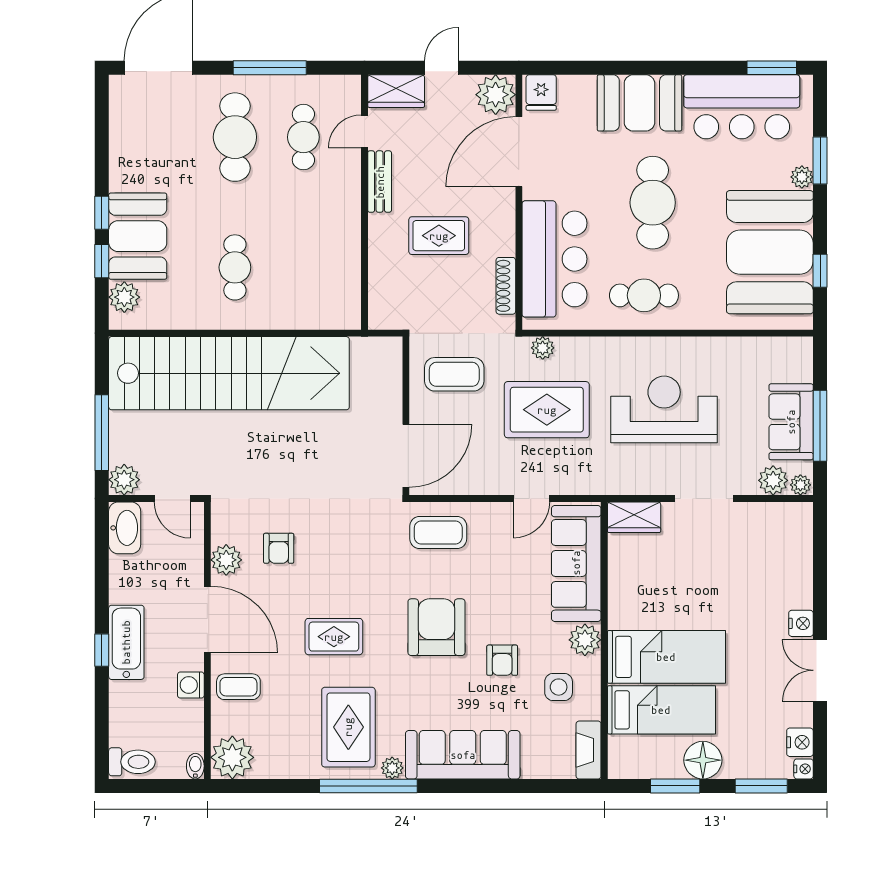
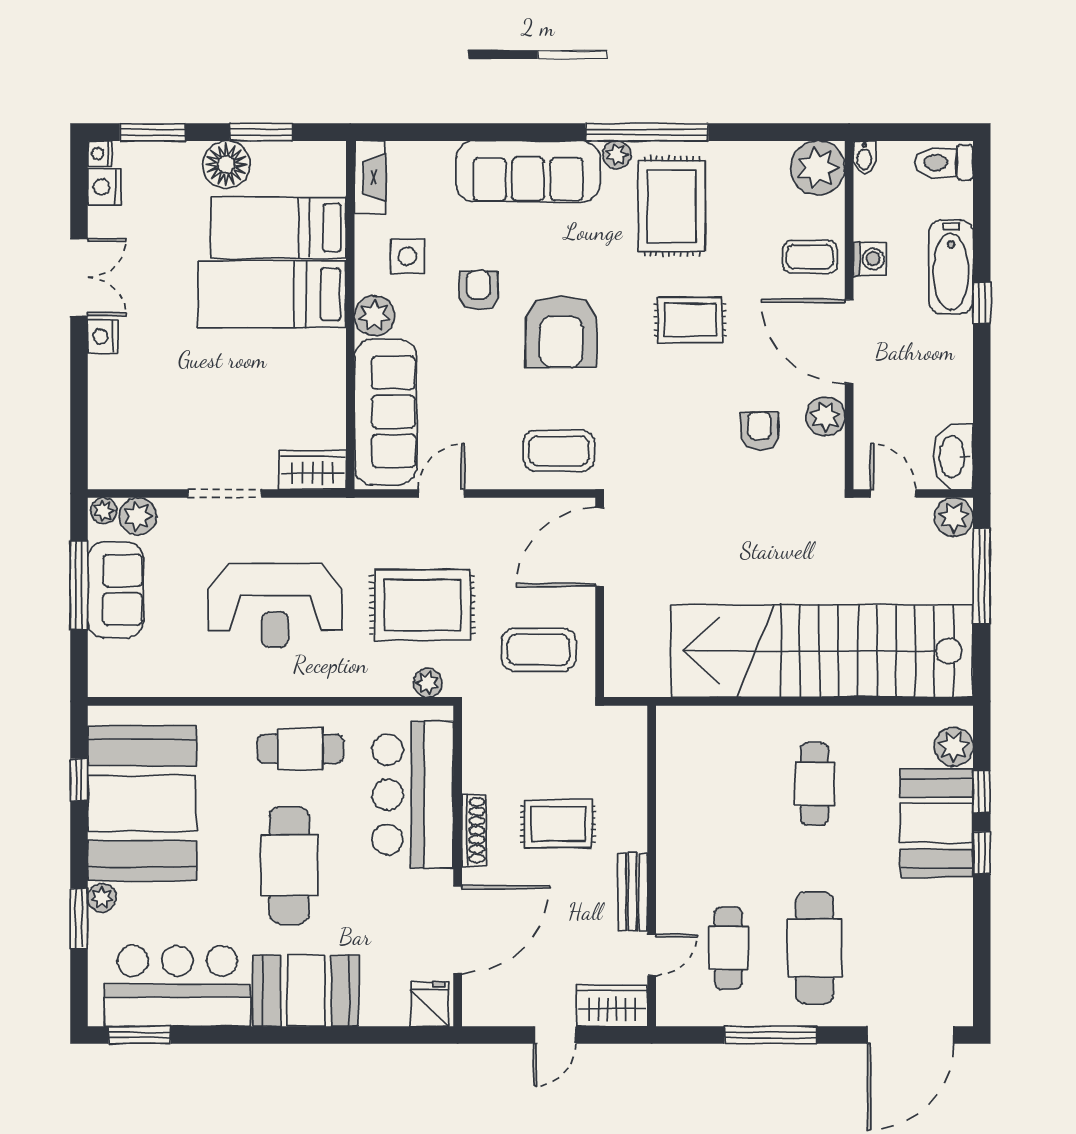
plant: (496, 95) -> (487, 1001), removed
shoe rack: (506, 286) -> (474, 830), moved
bathtub: (126, 642) -> (951, 267), moved

